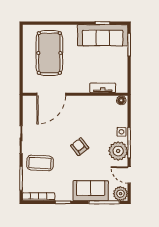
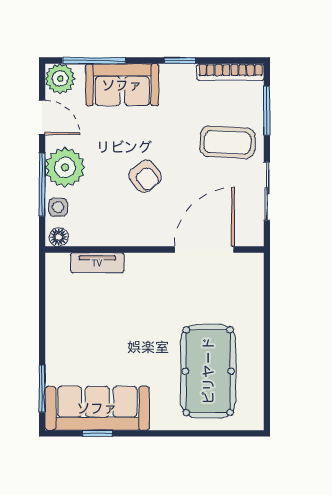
tv unit: (103, 88) -> (97, 263), moved
door: (51, 94) -> (204, 250), moved
wall: (75, 94) -> (154, 250), moved
floor lamp: (121, 100) -> (59, 237), moved

